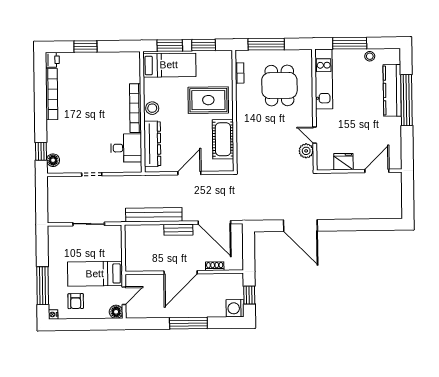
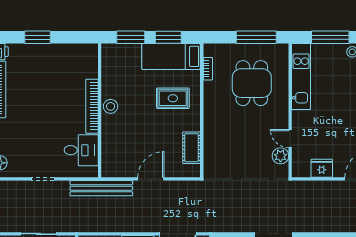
window: (266, 44) -> (256, 37), moved
bed: (169, 65) -> (171, 56), moved, turned 180
rug: (208, 100) -> (173, 98), width x0.73, depth x0.70
cot: (223, 139) -> (192, 148), width x0.73, depth x0.75
dresser: (152, 144) -> (110, 146), removed
bench: (154, 215) -> (101, 188), moved

